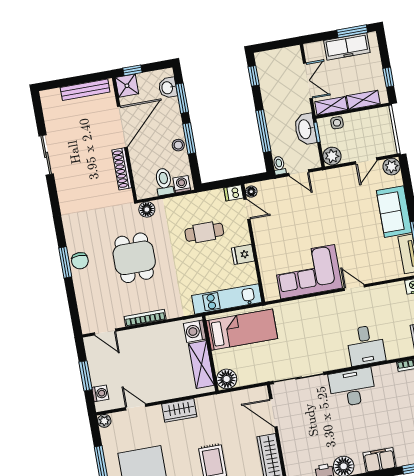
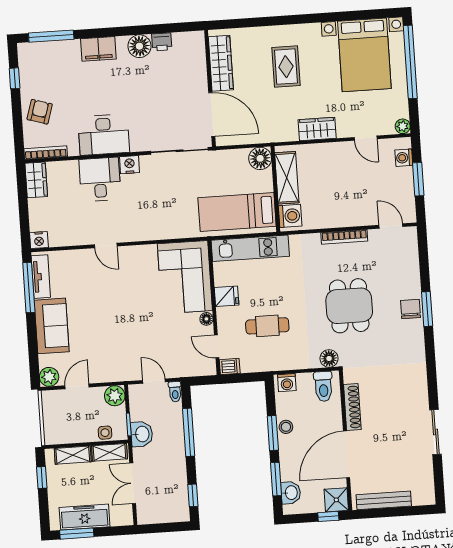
washbasin: (305, 129) -> (142, 434), width x0.72
toilet: (164, 182) -> (323, 386), moved
floor lamp: (251, 192) -> (206, 319), moved
corner sofa: (308, 272) -> (185, 277), moved, turned 90
nightstand: (341, 361) -> (129, 165), added
desk: (352, 387) -> (104, 135), moved
door: (273, 413) -> (212, 115), width x1.36

